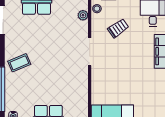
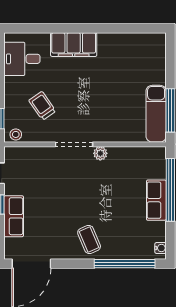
plant: (83, 15) -> (100, 153), moved

